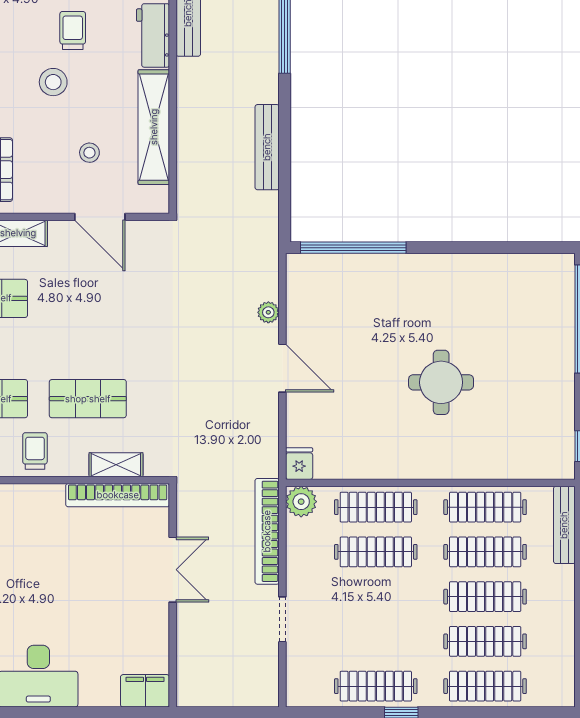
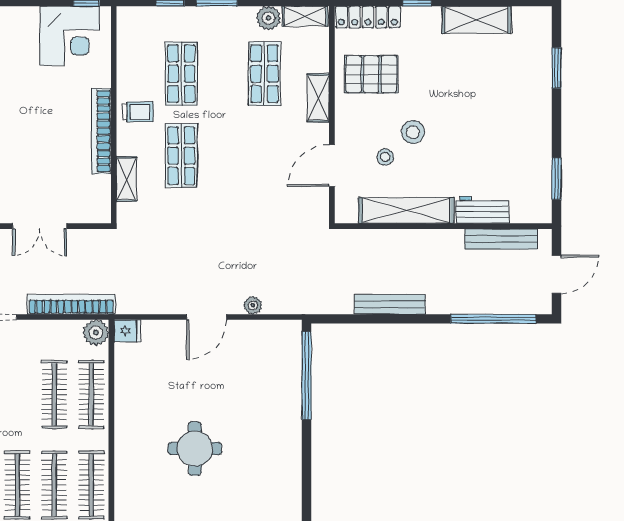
trolley: (73, 30) -> (487, 143), removed
stool: (53, 82) -> (413, 132), moved
bookcase: (118, 495) -> (101, 131), moved

